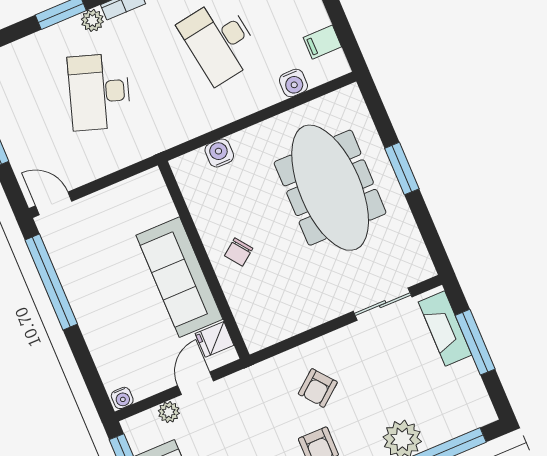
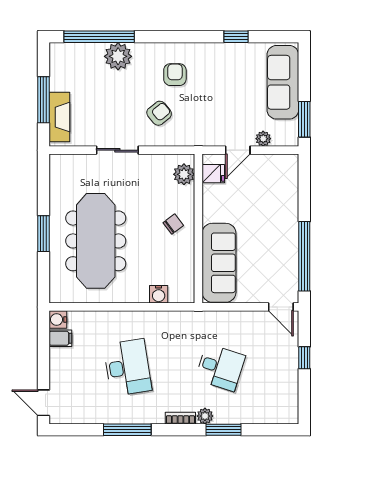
water cooler: (293, 83) -> (58, 320), moved, turned -90
desk: (99, 92) -> (220, 367), width x0.73
sofa: (179, 277) -> (219, 263), moved
sliding door: (383, 304) -> (117, 150), moved
plant: (252, 322) -> (184, 174), added
water cooler: (122, 398) -> (290, 161), removed

